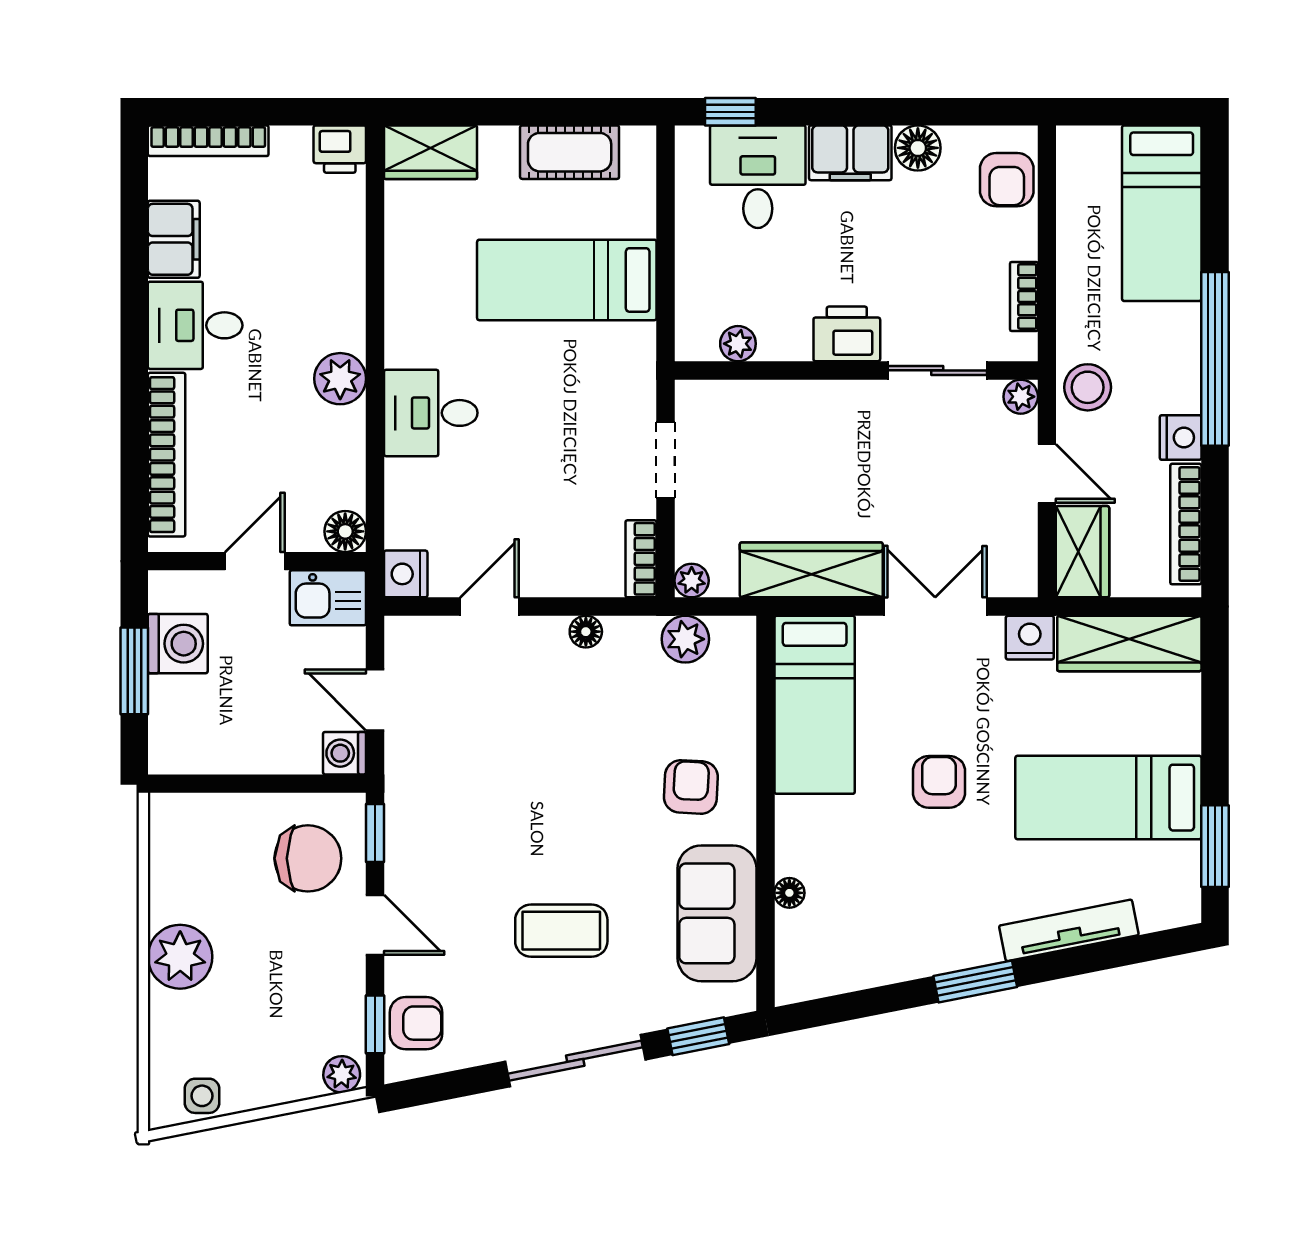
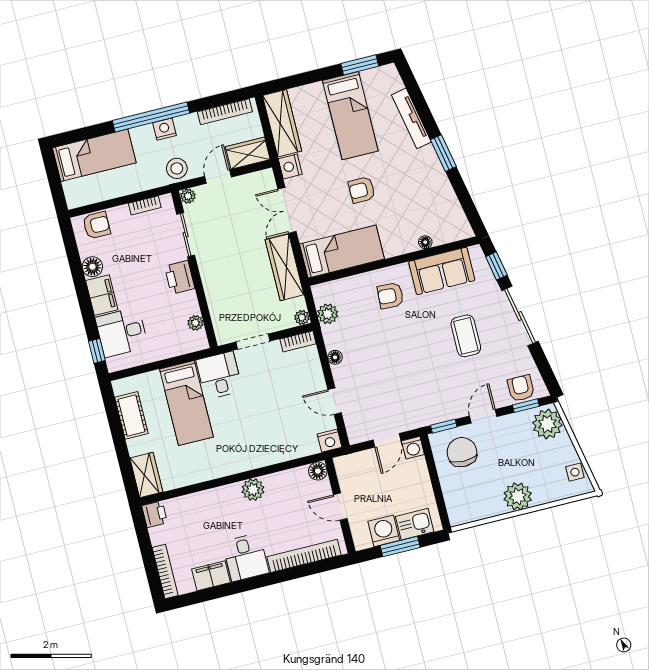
desk: (431, 413) -> (219, 375), moved, turned 180
nightstand: (1181, 438) -> (165, 129), moved
kitchen sink: (328, 598) -> (415, 524), moved, turned -90
plant: (342, 1074) -> (547, 424), width x1.88, depth x1.88

